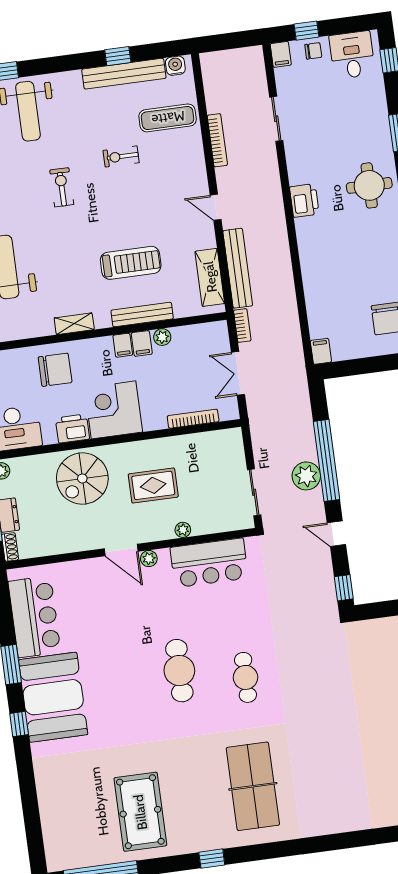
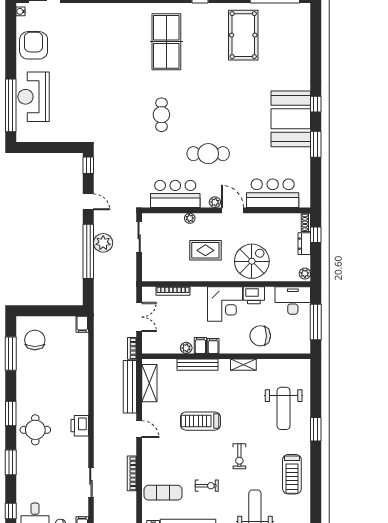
exercise bike: (121, 156) -> (207, 486), moved
treadmill: (131, 263) -> (200, 421), moved
bar counter: (34, 617) -> (273, 193), moved, turned 90
cafe table: (179, 671) -> (208, 154), moved, turned 90

